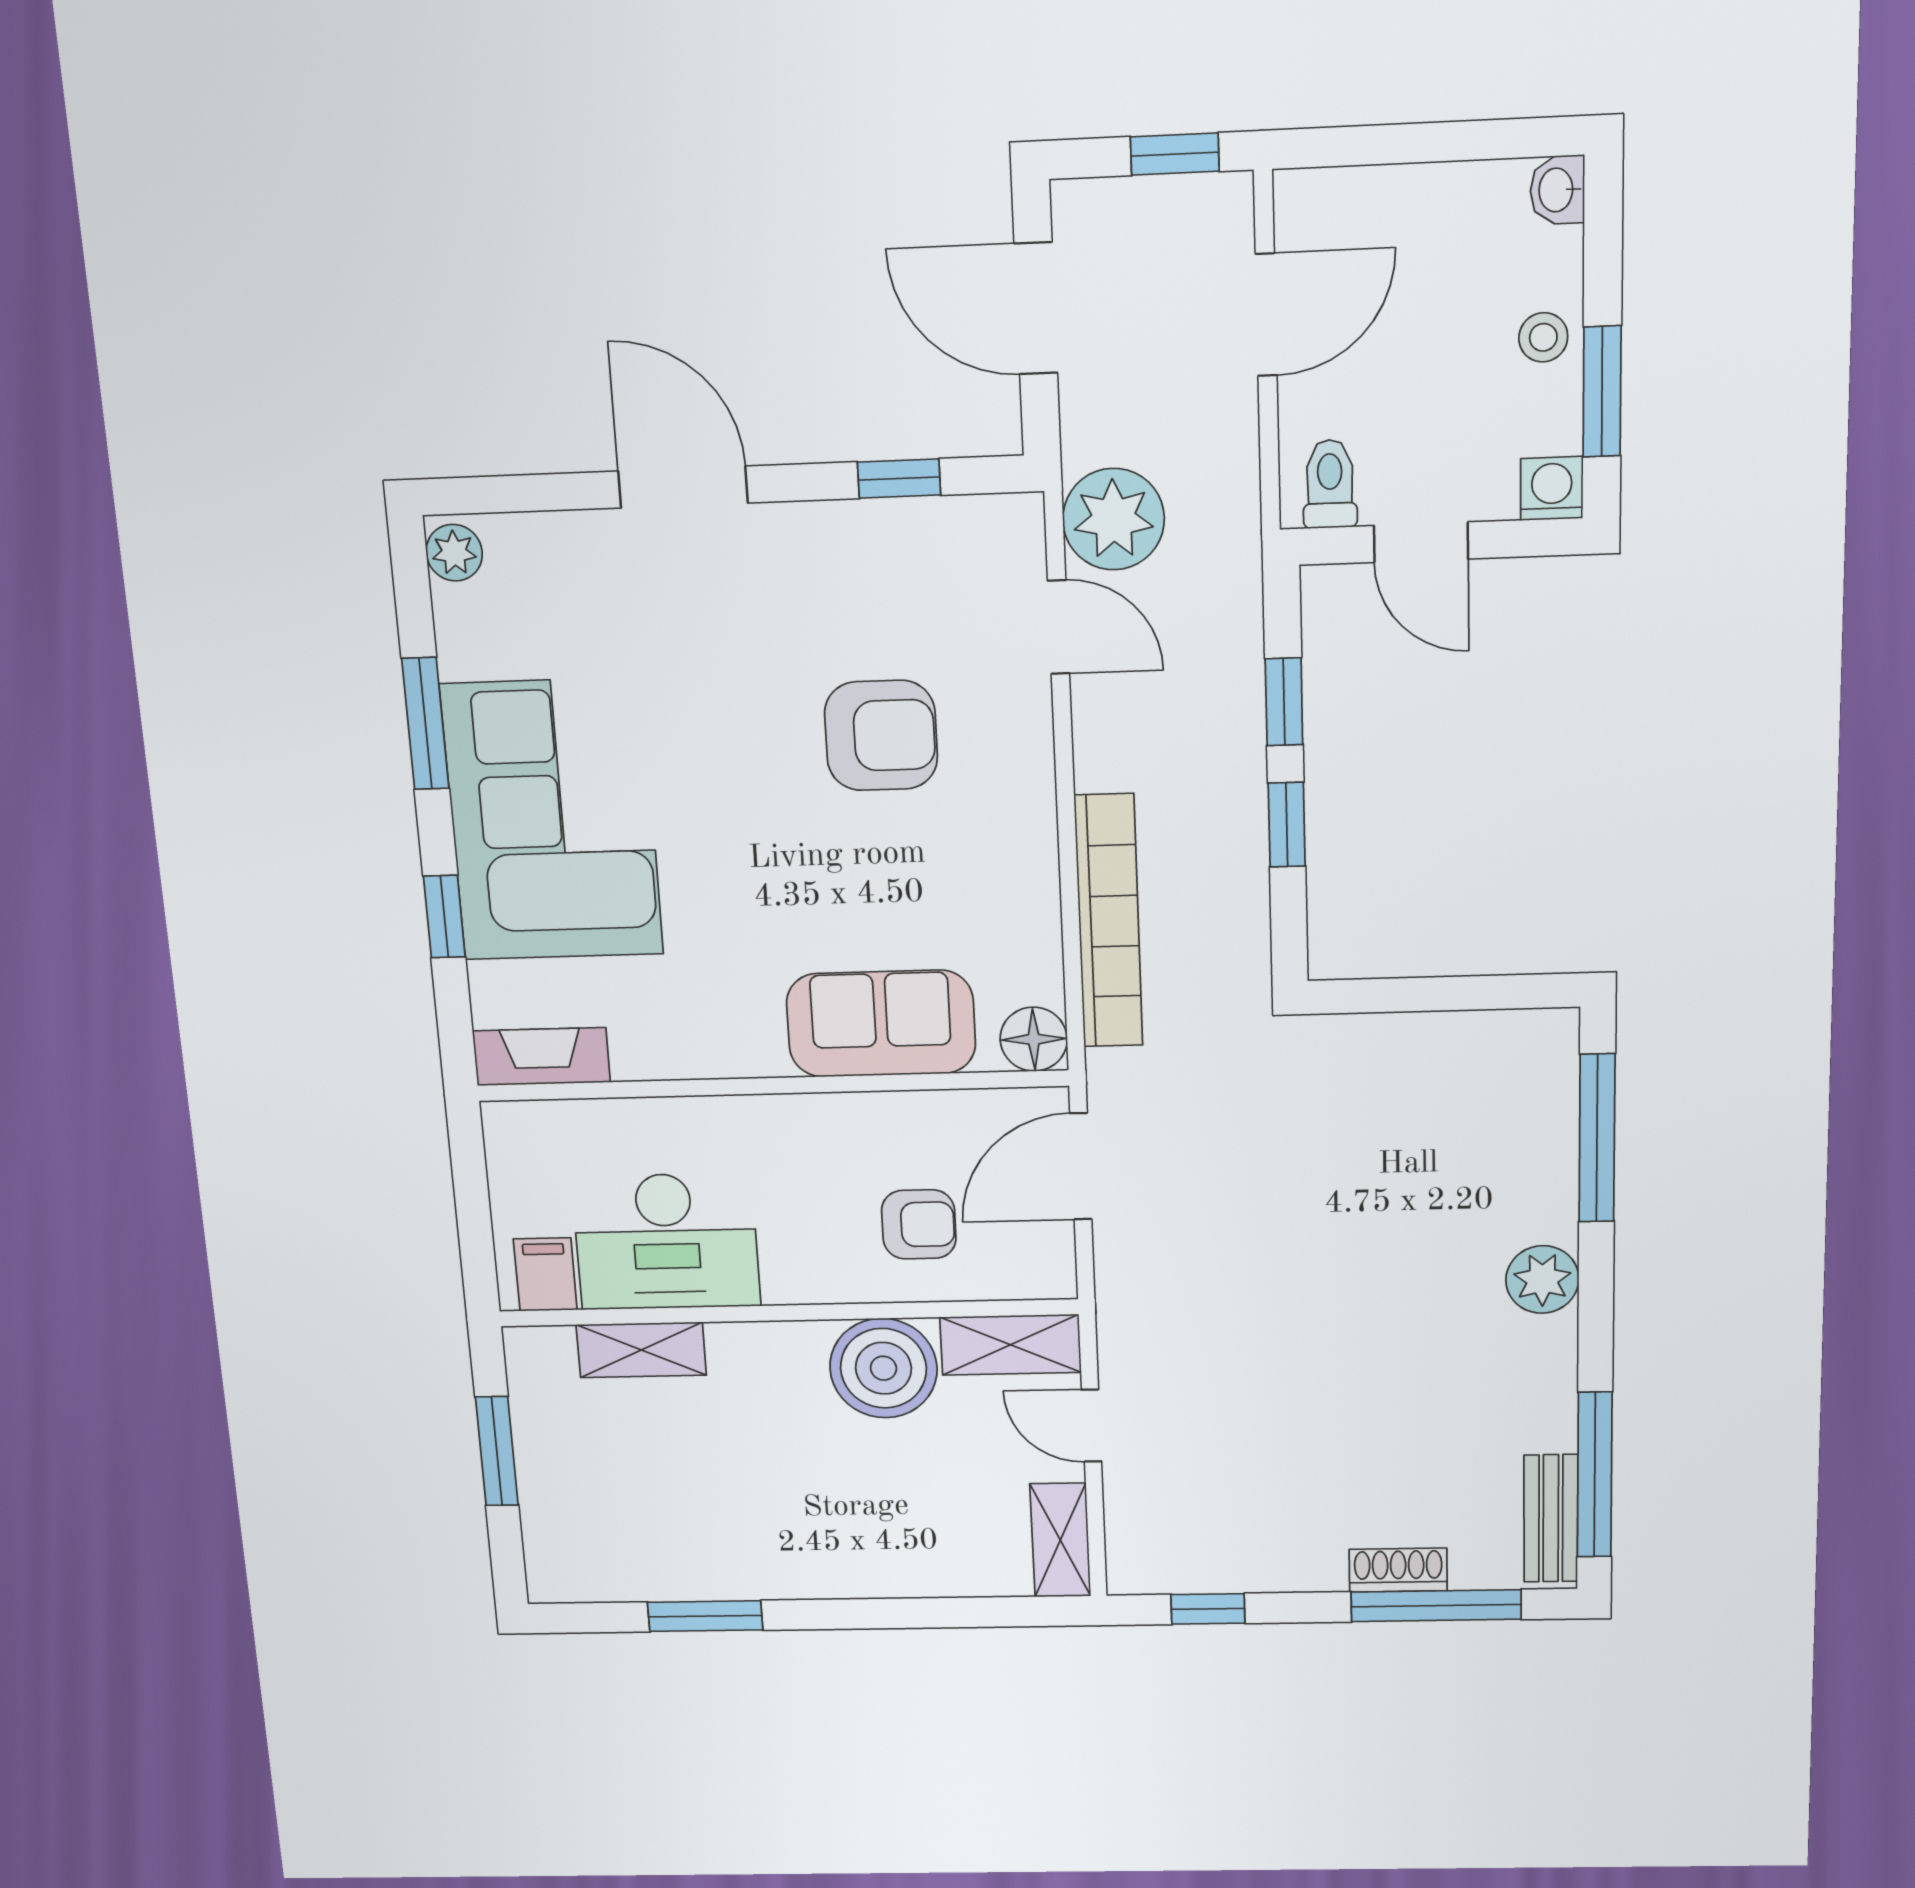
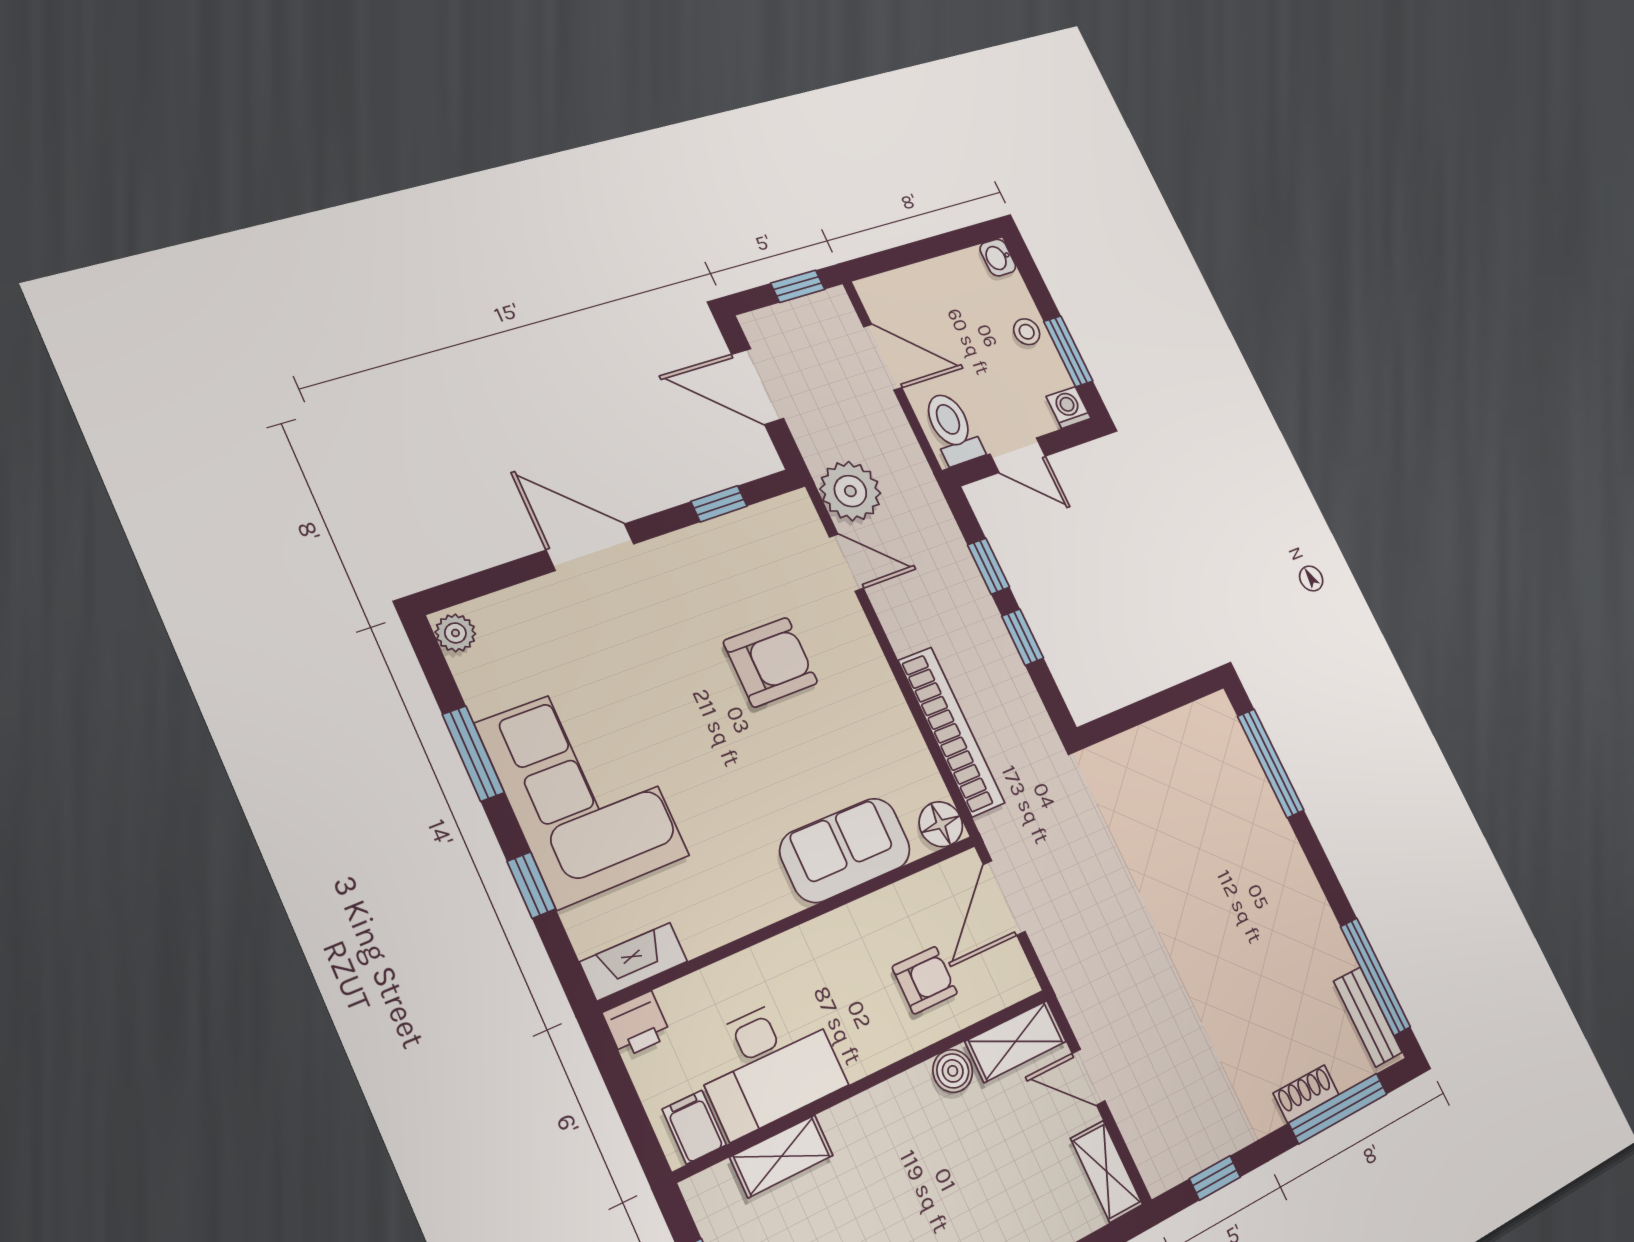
door: (1266, 315) -> (883, 357), hinge flipped
toilet: (1330, 484) -> (952, 428), width x1.37, depth x1.39
printer: (518, 1131) -> (637, 1024), added
plant: (1542, 1280) -> (1287, 863), removed
boiler: (883, 1368) -> (953, 1071), width x0.54, depth x0.54

